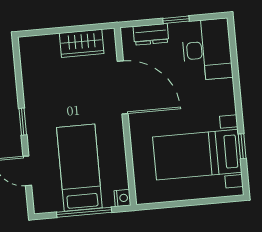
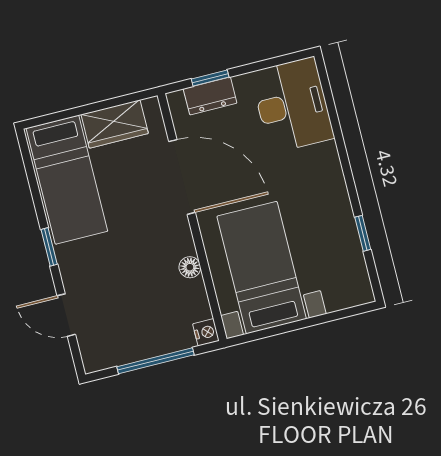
window: (176, 20) -> (210, 78), moved
floor lamp: (118, 151) -> (190, 267), added
bed with nightstands: (197, 155) -> (262, 268), moved, turned 90
bed: (79, 168) -> (67, 180), moved, turned 180

